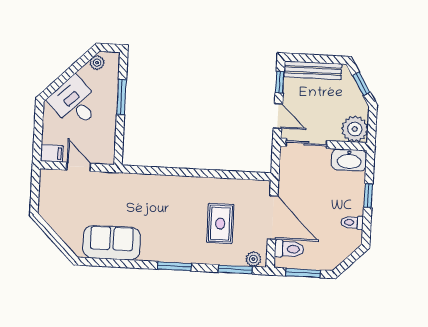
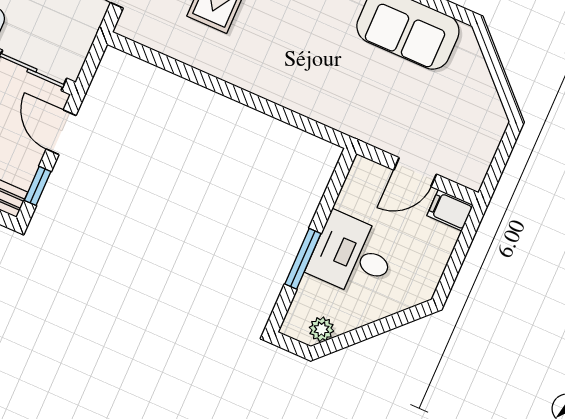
desk: (75, 102) -> (353, 255), moved, turned 135
door: (79, 167) -> (415, 172), hinge flipped

